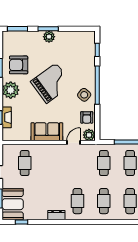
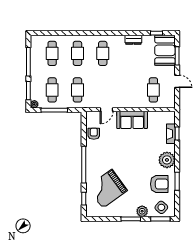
plant: (49, 37) -> (142, 211), moved
grand piano: (51, 83) -> (107, 189), moved
side table: (84, 95) -> (161, 207), moved
plant: (89, 135) -> (92, 117), removed
dresser: (56, 215) -> (133, 40), moved

